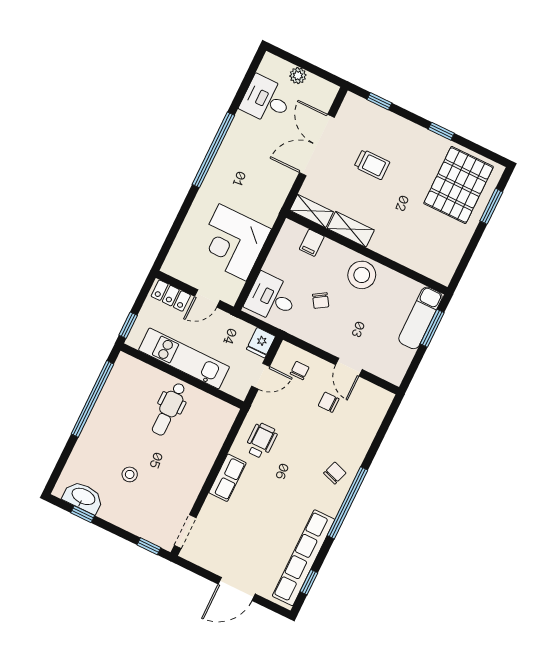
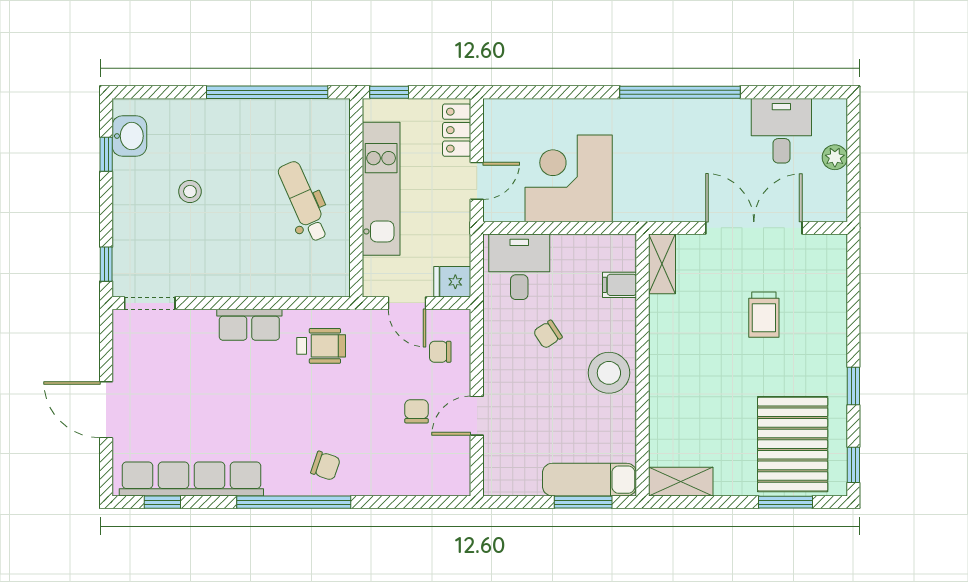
window: (379, 101) -> (853, 465), moved
pallet: (459, 185) -> (793, 444), turned 90
shelving: (351, 229) -> (681, 482), moved, turned 90
door: (207, 298) -> (477, 181), swing flipped
chair: (300, 370) -> (440, 352), turned 180
dental chair: (169, 409) -> (303, 201), turned 66
washbasin: (83, 497) -> (129, 136), width x0.72

